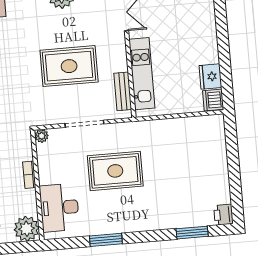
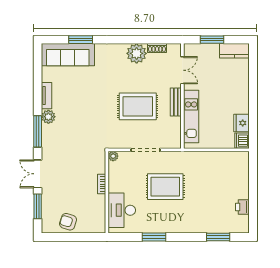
bench: (123, 91) -> (176, 102), moved
printer: (223, 215) -> (242, 207), moved
plant: (27, 229) -> (96, 224), removed

